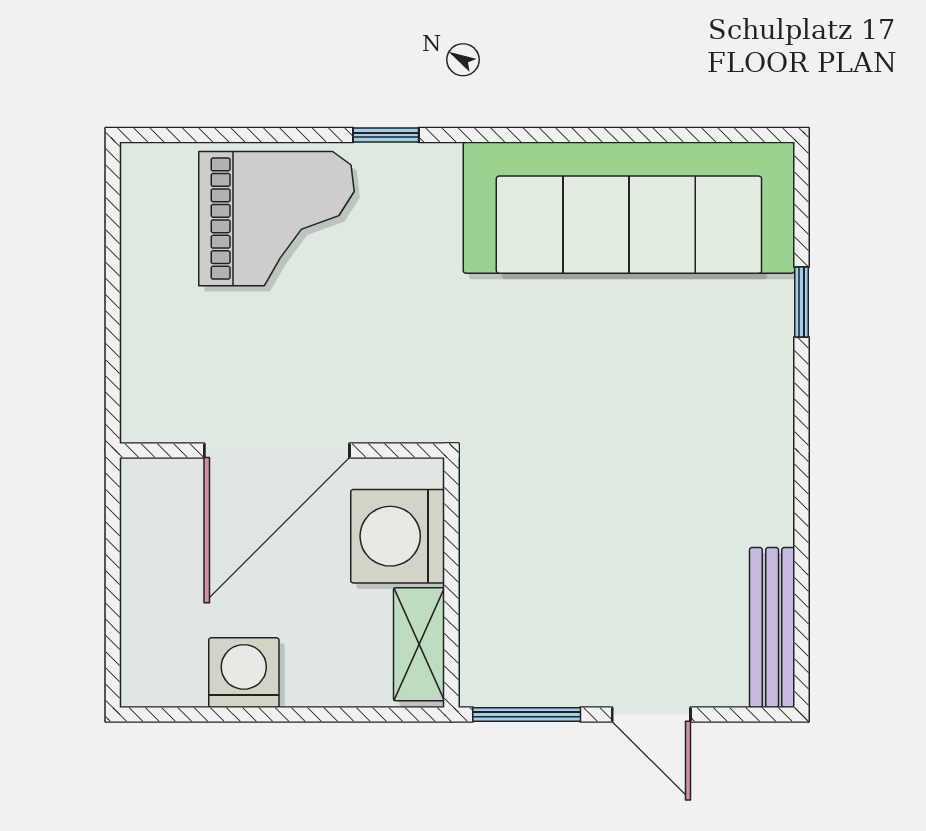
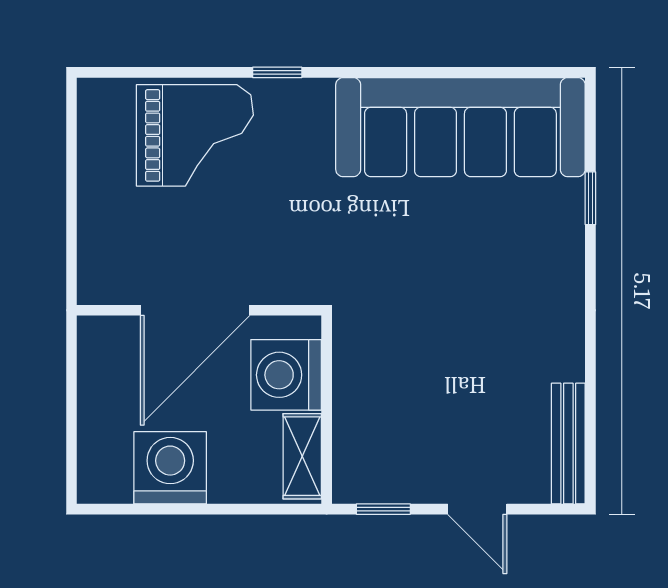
washing machine: (244, 673) -> (170, 468), width x1.37, depth x1.37
window: (527, 714) -> (383, 509), width x0.67

